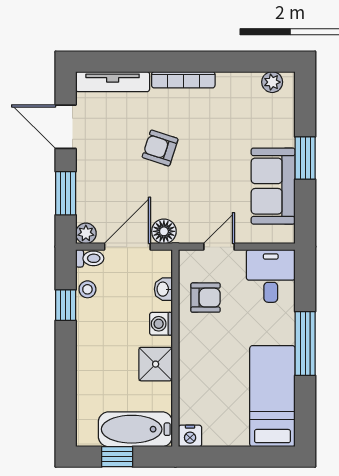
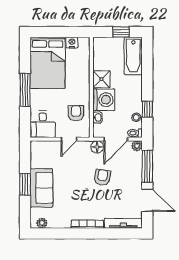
armchair: (160, 148) -> (102, 177), moved, turned -98
sofa: (273, 186) -> (41, 188), moved
window: (66, 193) -> (147, 166), width x1.44
armchair: (206, 298) -> (76, 113), turned 90
washing machine: (161, 324) -> (104, 100), width x1.89, depth x1.89
bed: (272, 396) -> (48, 63), width x1.50
bathtub: (135, 429) -> (133, 56), moved, turned 90
nightstand: (190, 436) -> (72, 43), moved

